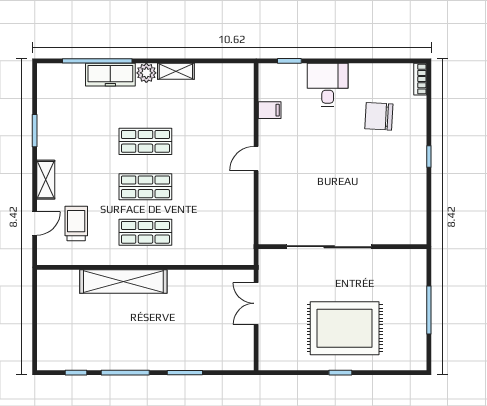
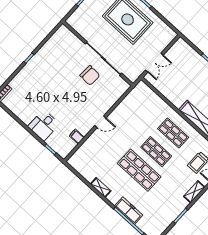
plant: (146, 73) -> (113, 198), removed
chair: (379, 116) -> (90, 75), moved
shop shelf: (145, 141) -> (139, 170), width x1.43, depth x1.36

